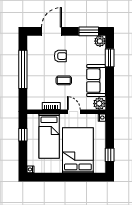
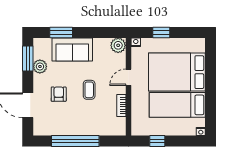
plant: (100, 41) -> (40, 66), moved
sofa: (96, 81) -> (72, 49), moved
bed: (49, 136) -> (177, 105), moved, turned 180
window: (110, 155) -> (161, 32), moved

